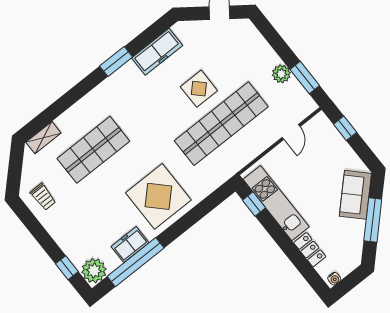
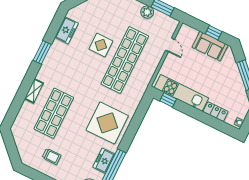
freezer: (157, 52) -> (67, 30), width x0.71
window: (345, 128) -> (214, 33), moved
shelving: (43, 138) -> (34, 91), moved
sofa: (355, 195) -> (210, 46), moved, turned -45
trolley: (43, 197) -> (52, 156), moved

